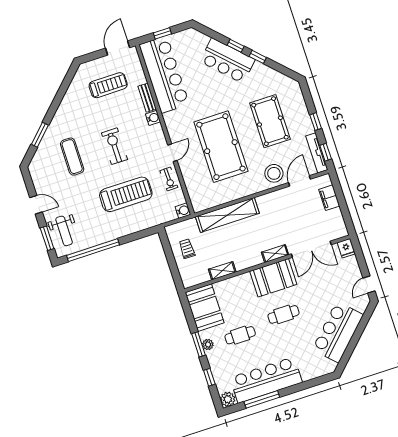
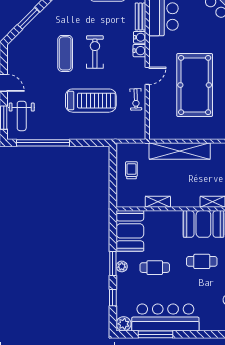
exercise mat: (72, 157) -> (65, 53), moved
water cooler: (183, 211) -> (139, 51), moved

